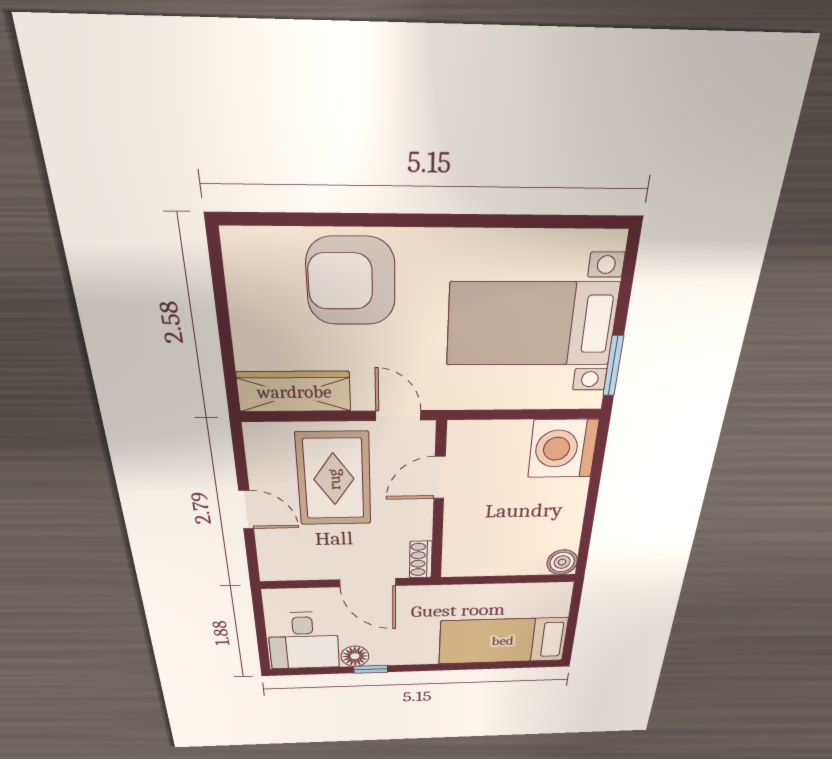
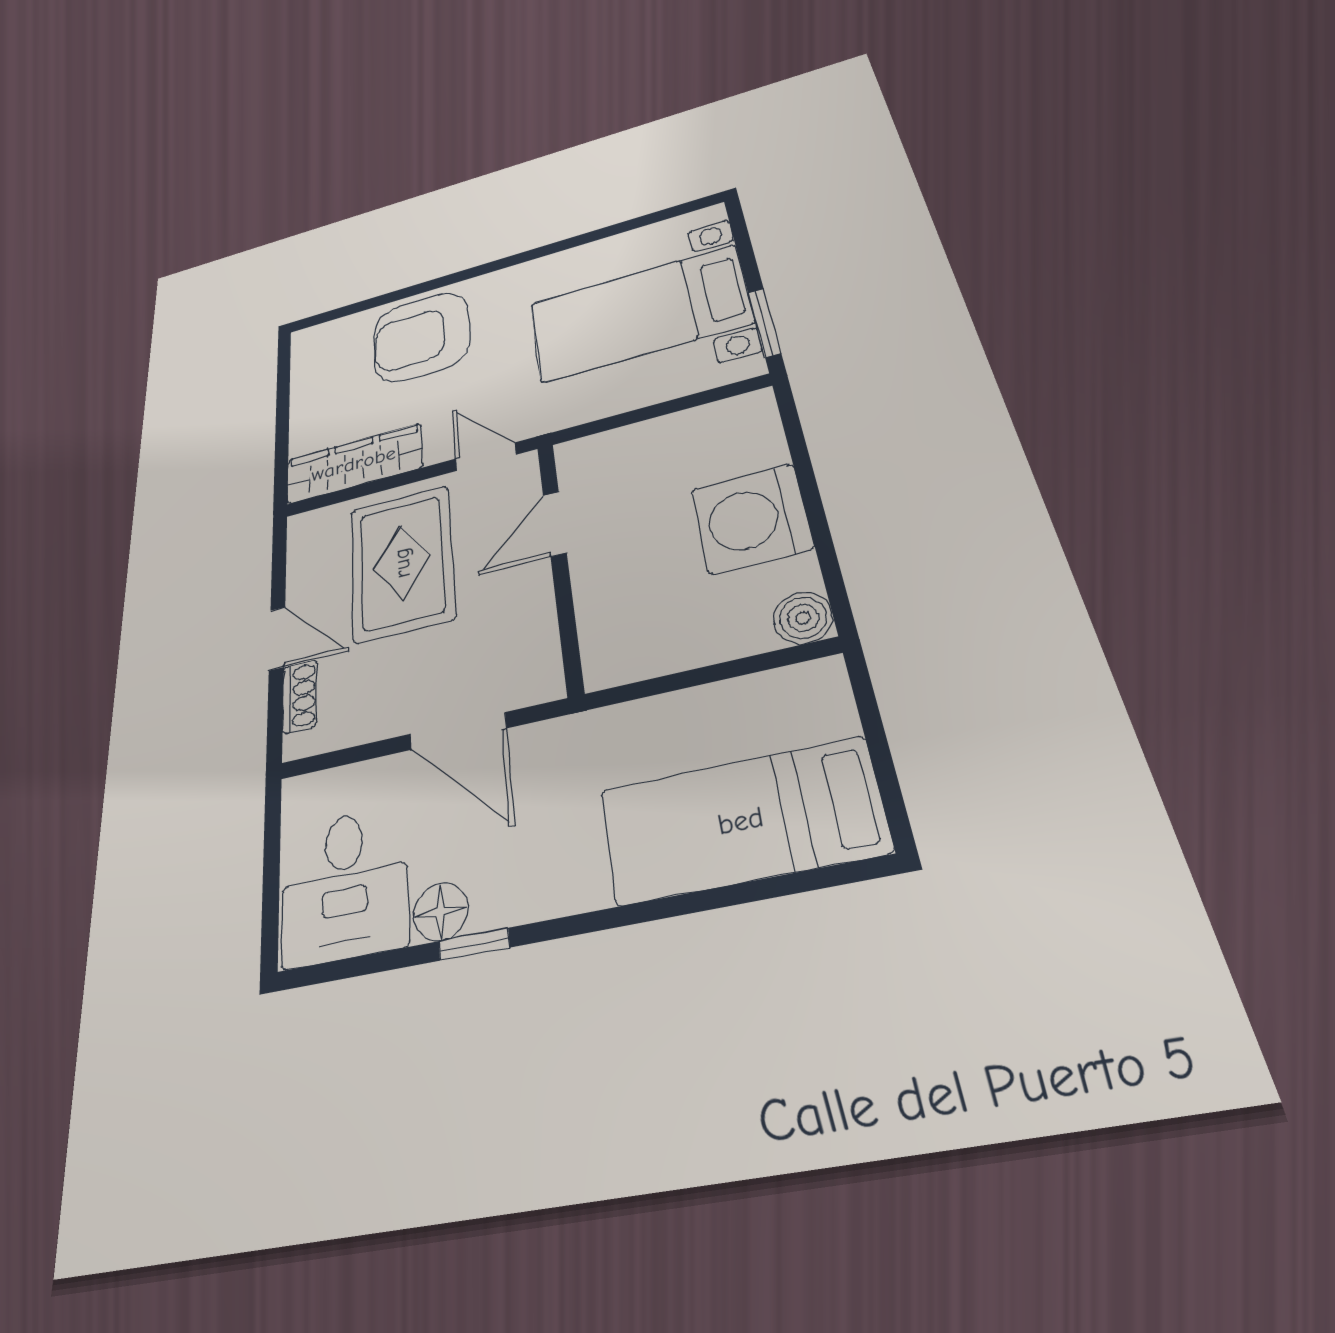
washing machine: (563, 449) -> (752, 519), moved
shoe rack: (421, 559) -> (300, 696), moved, turned 180

